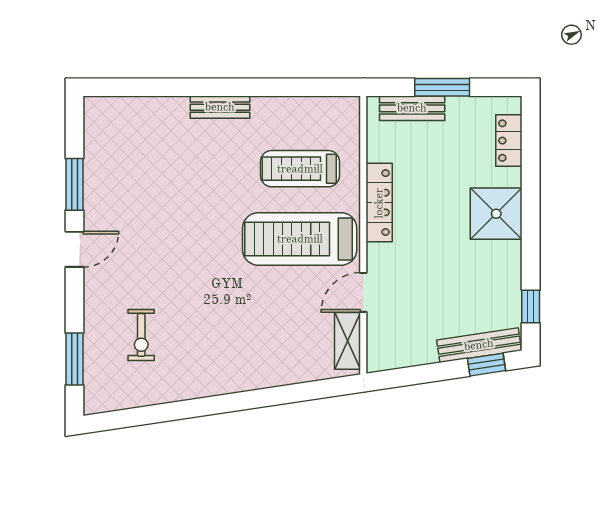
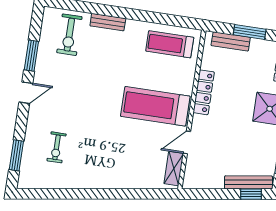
bench: (220, 107) -> (108, 22), moved
exercise bike: (134, 139) -> (69, 35), added
treadmill: (300, 169) -> (170, 44), moved

